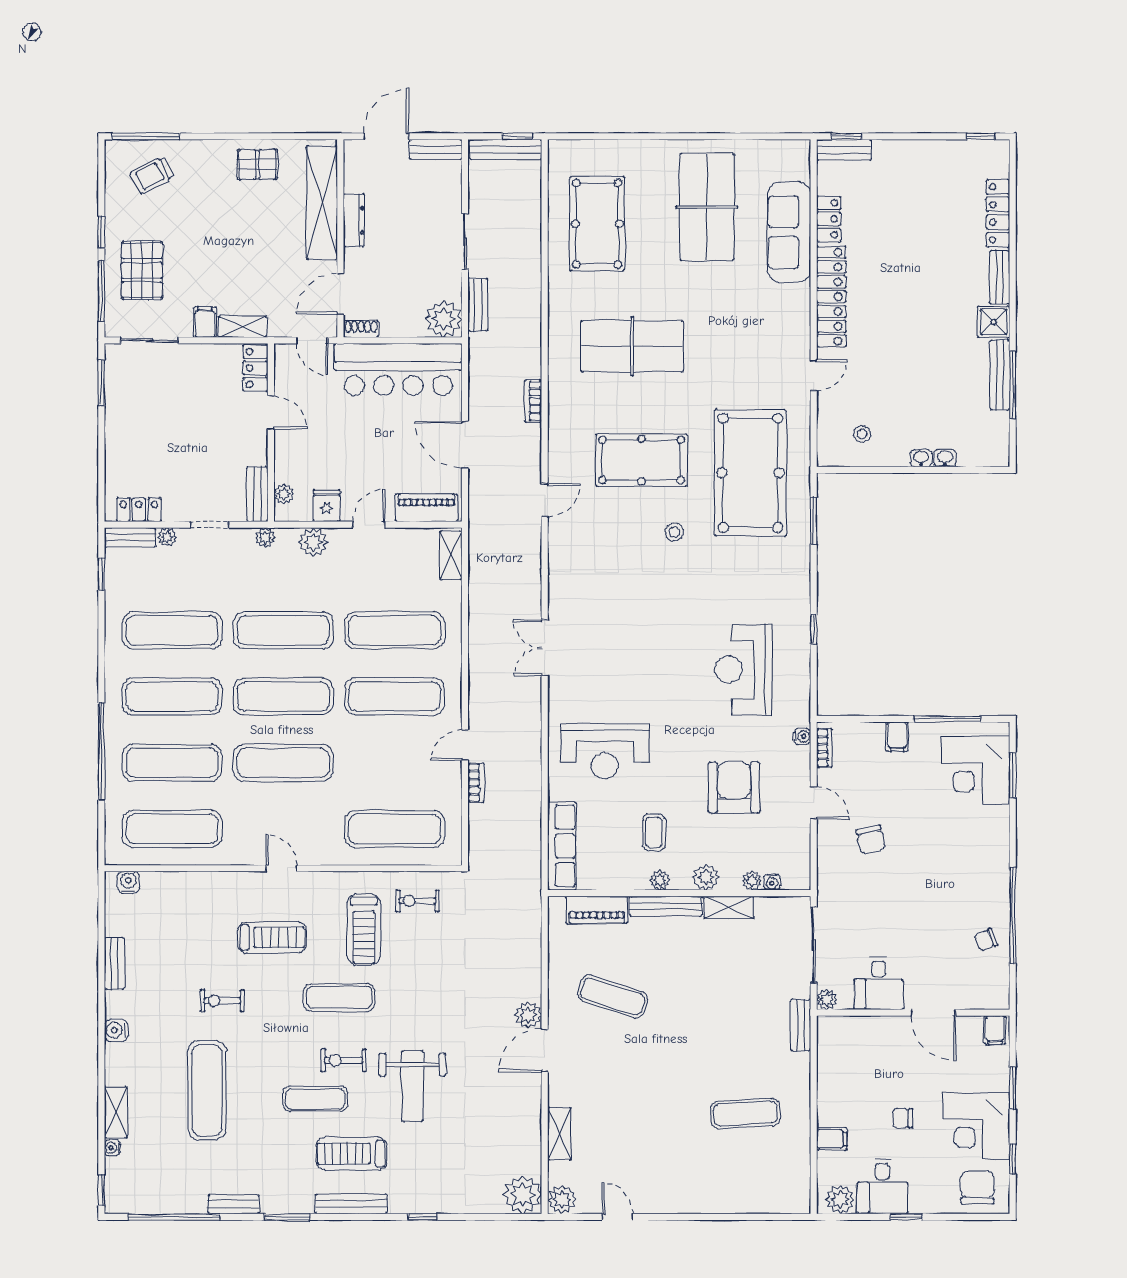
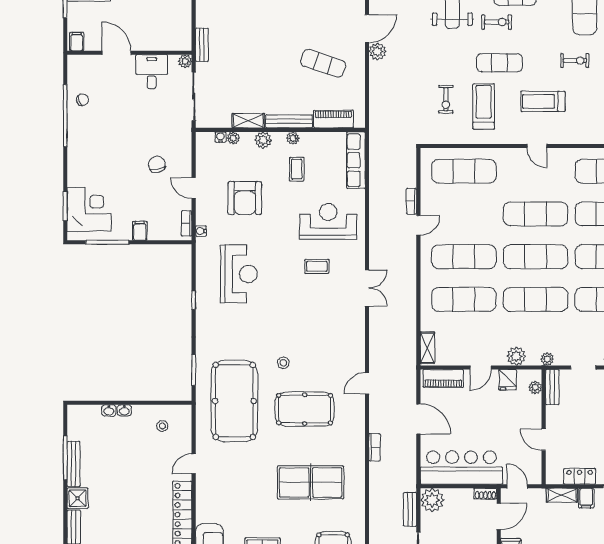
locker: (255, 368) -> (580, 476), moved, turned -90
coffee table: (622, 682) -> (317, 266), added
exercise bike: (417, 901) -> (446, 99), moved, turned 90

